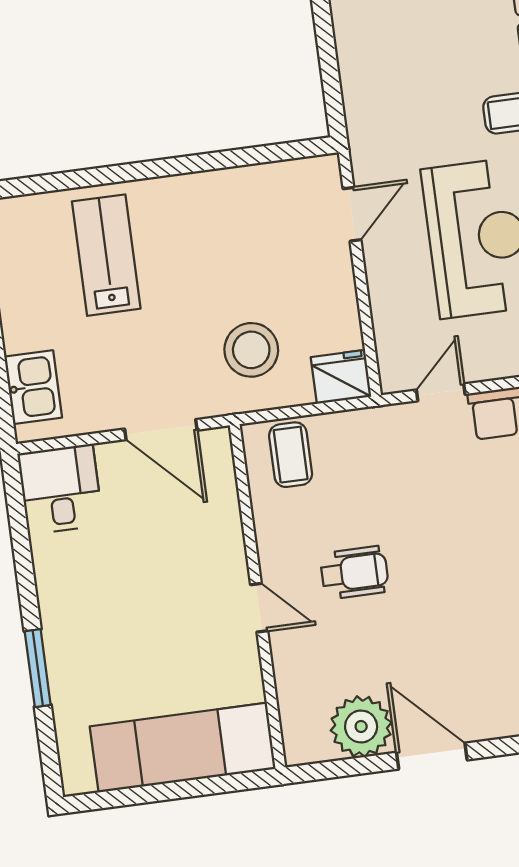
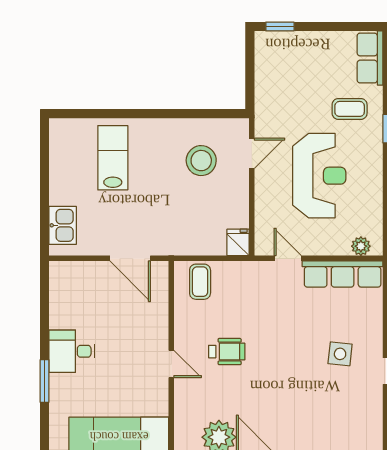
stool: (251, 350) -> (201, 161), moved
fridge: (341, 377) -> (238, 242), width x0.72
door: (441, 392) -> (288, 258), hinge flipped
desk: (60, 489) -> (72, 351), moved, turned -90

